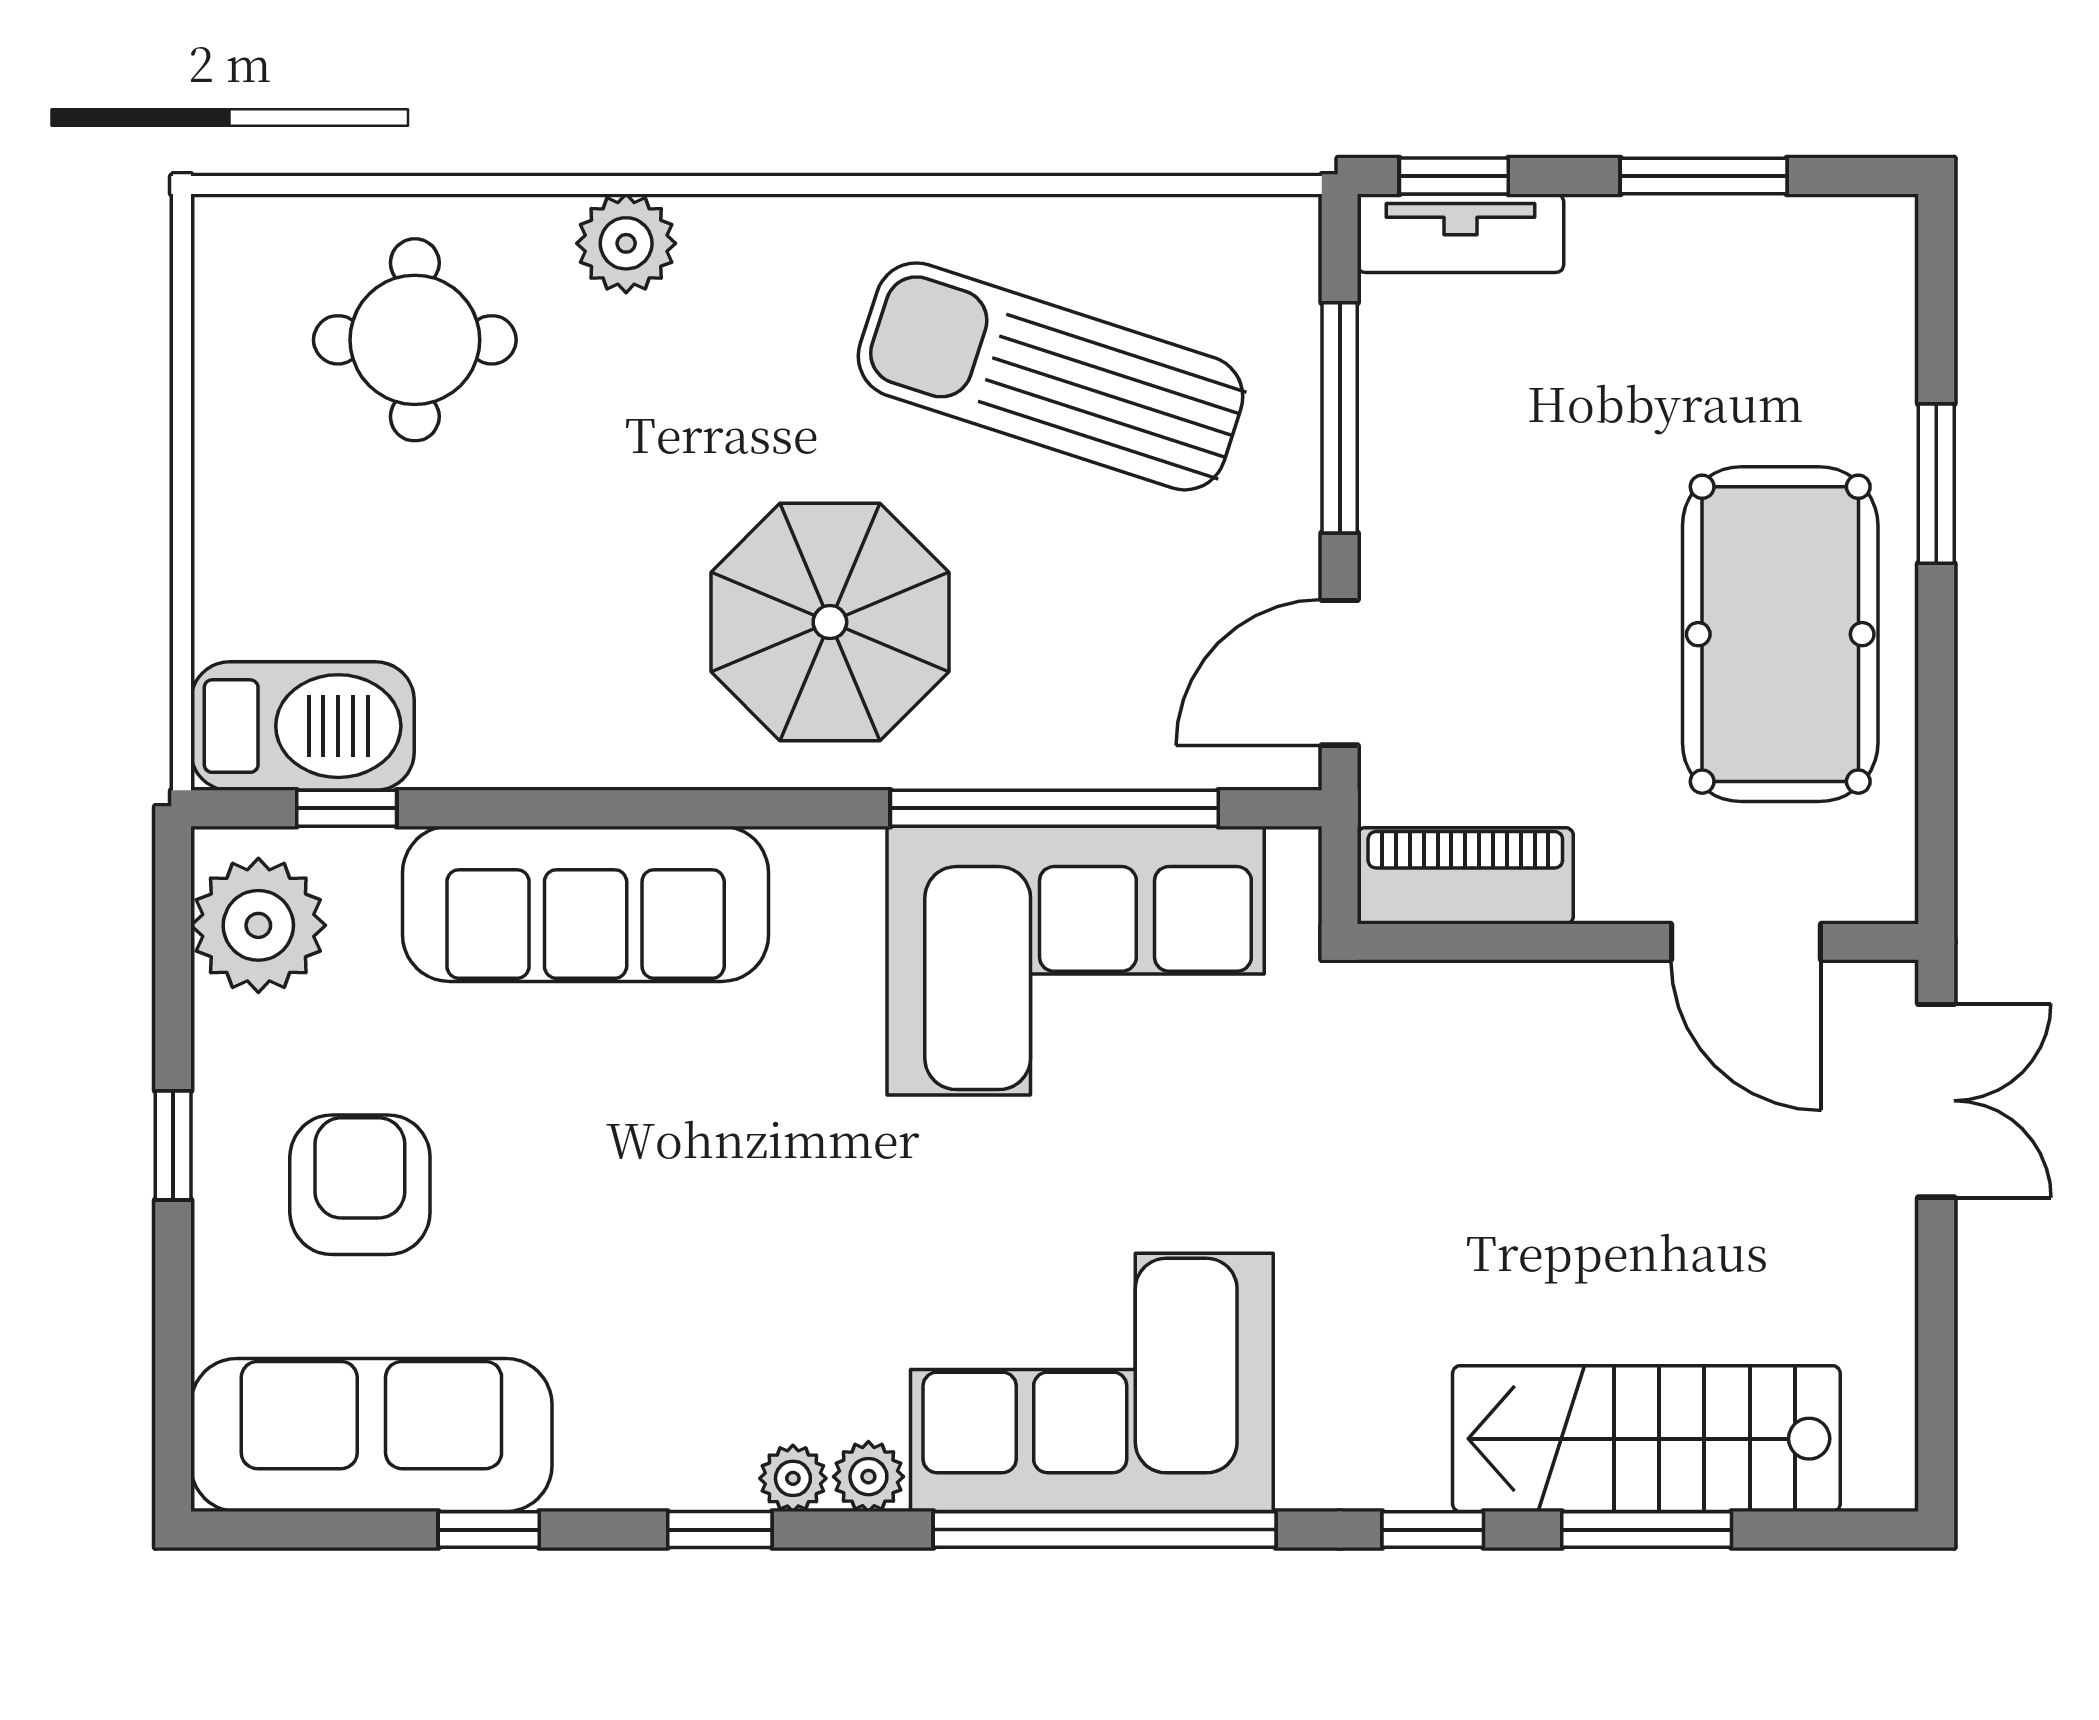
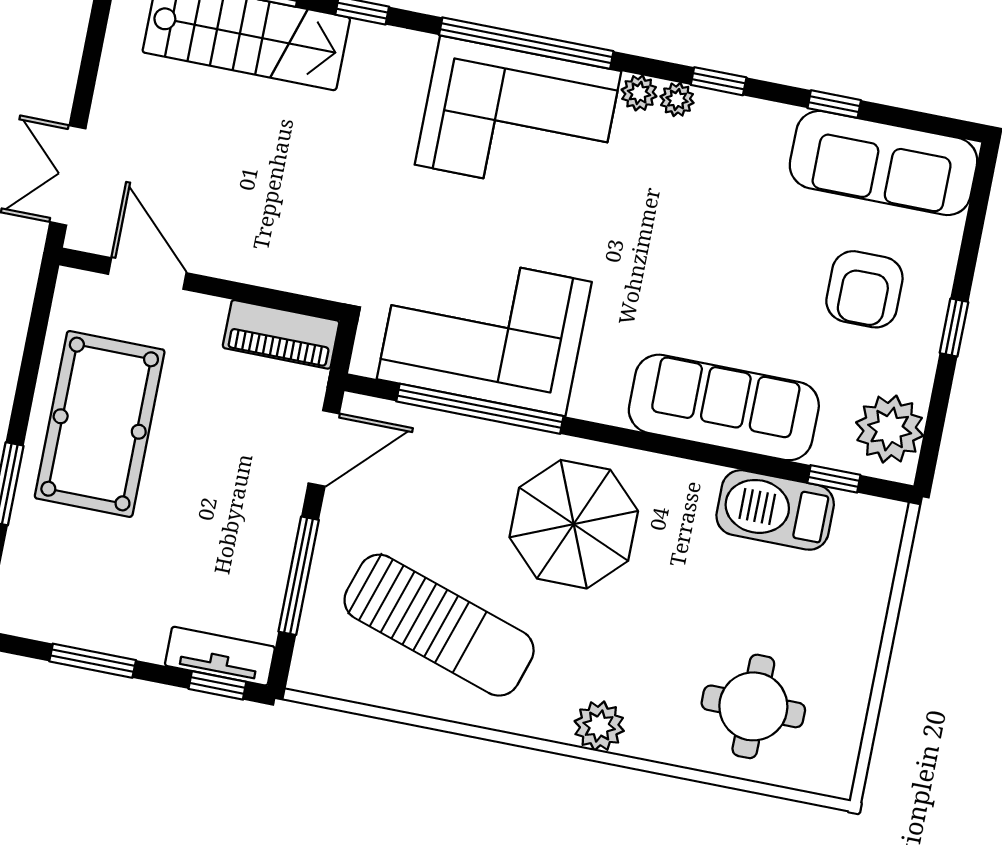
plant: (626, 243) -> (599, 726), moved
barbecue: (303, 726) -> (775, 510), moved

